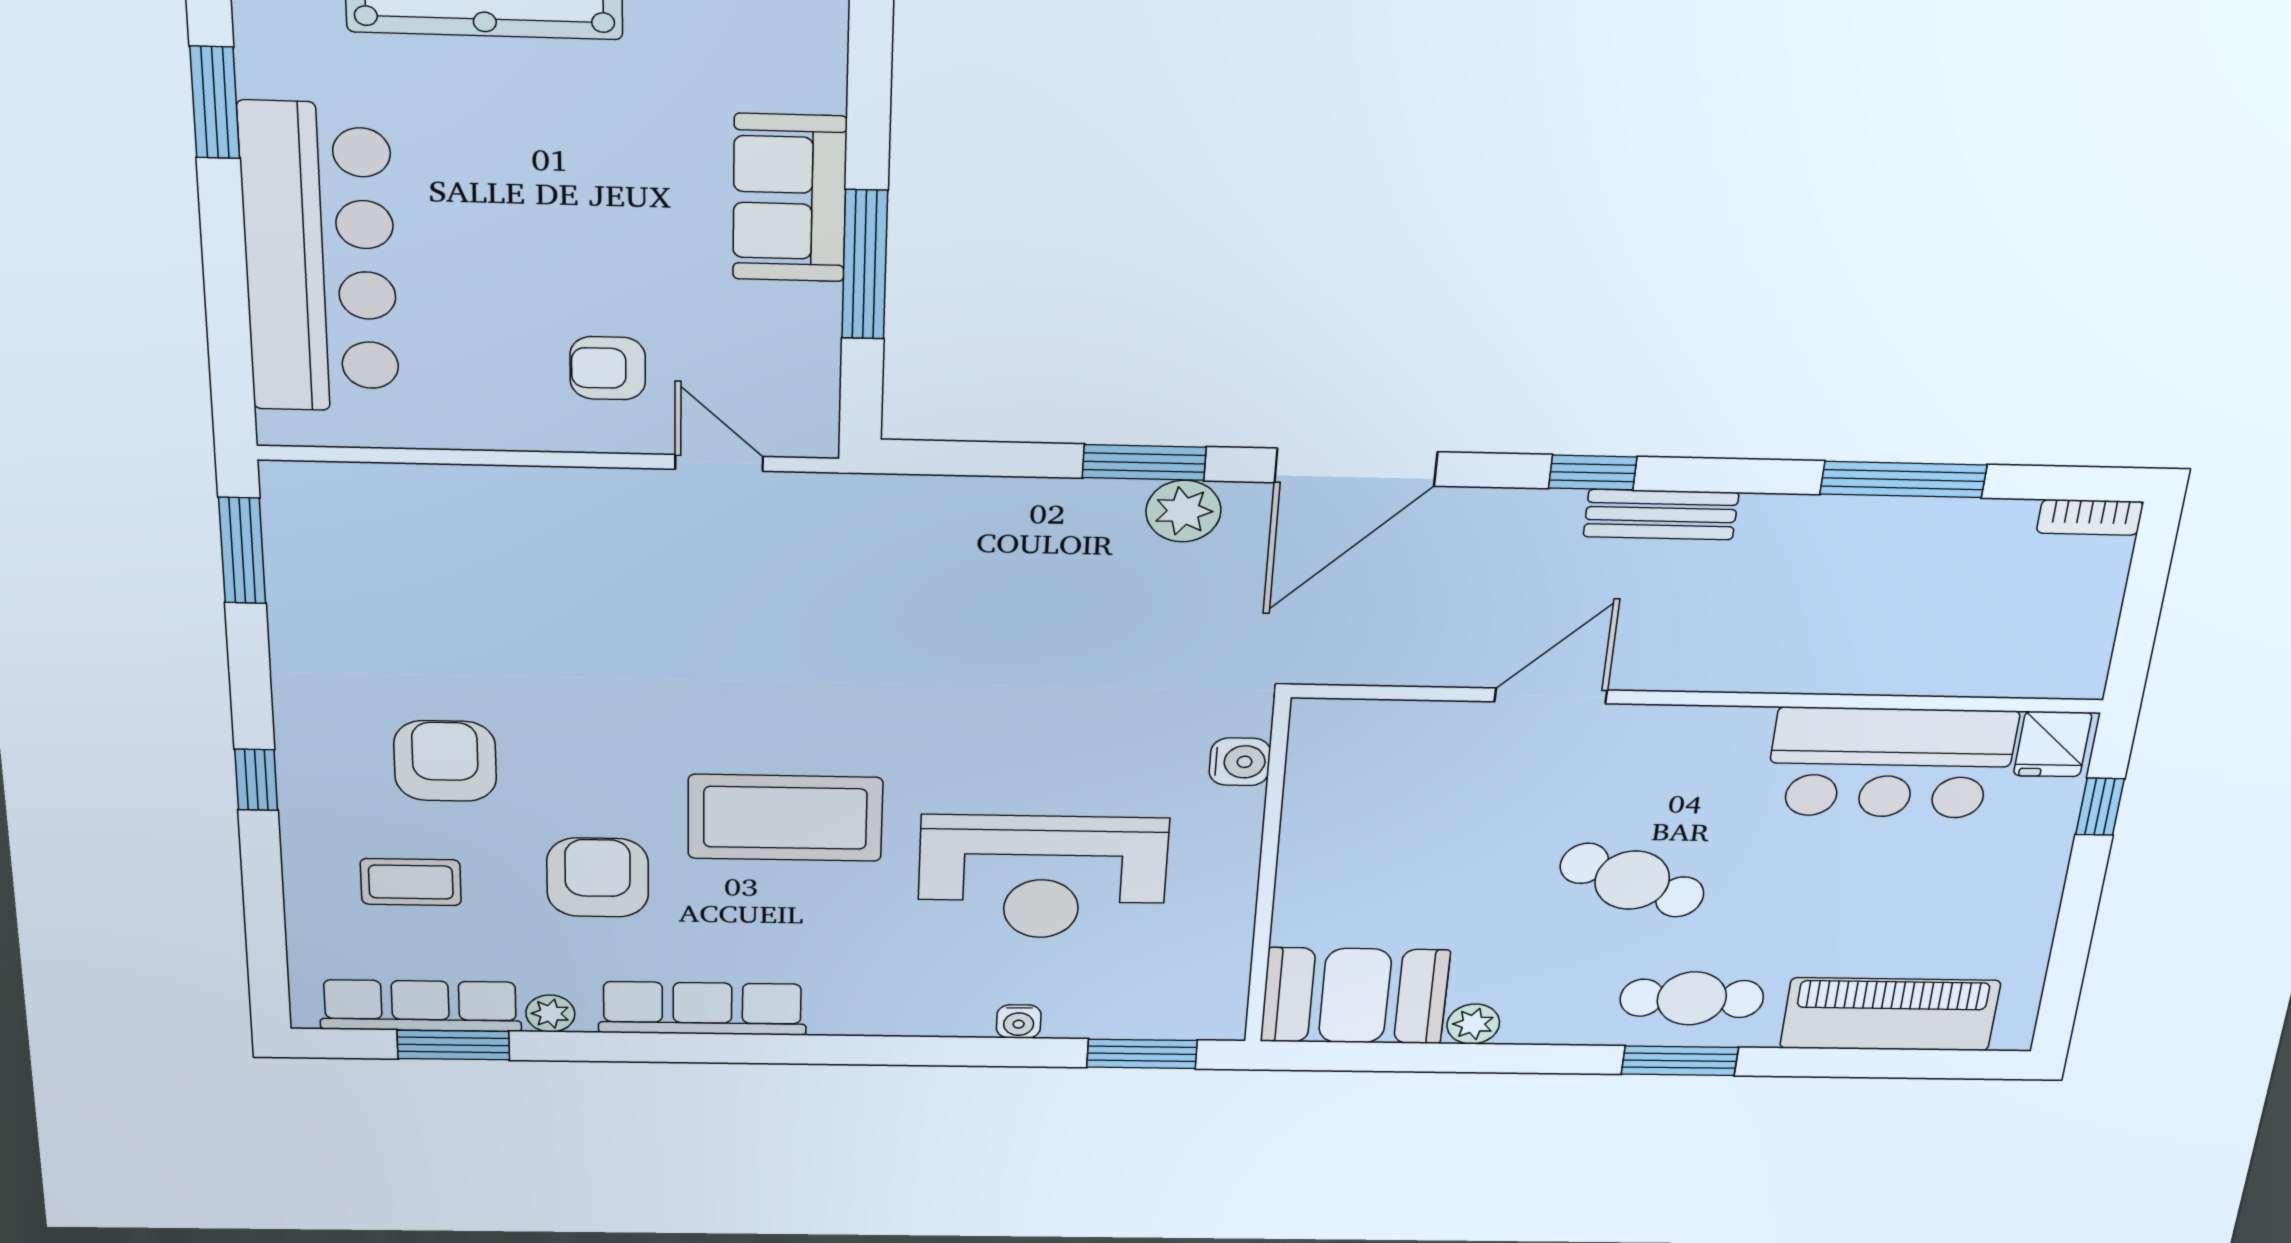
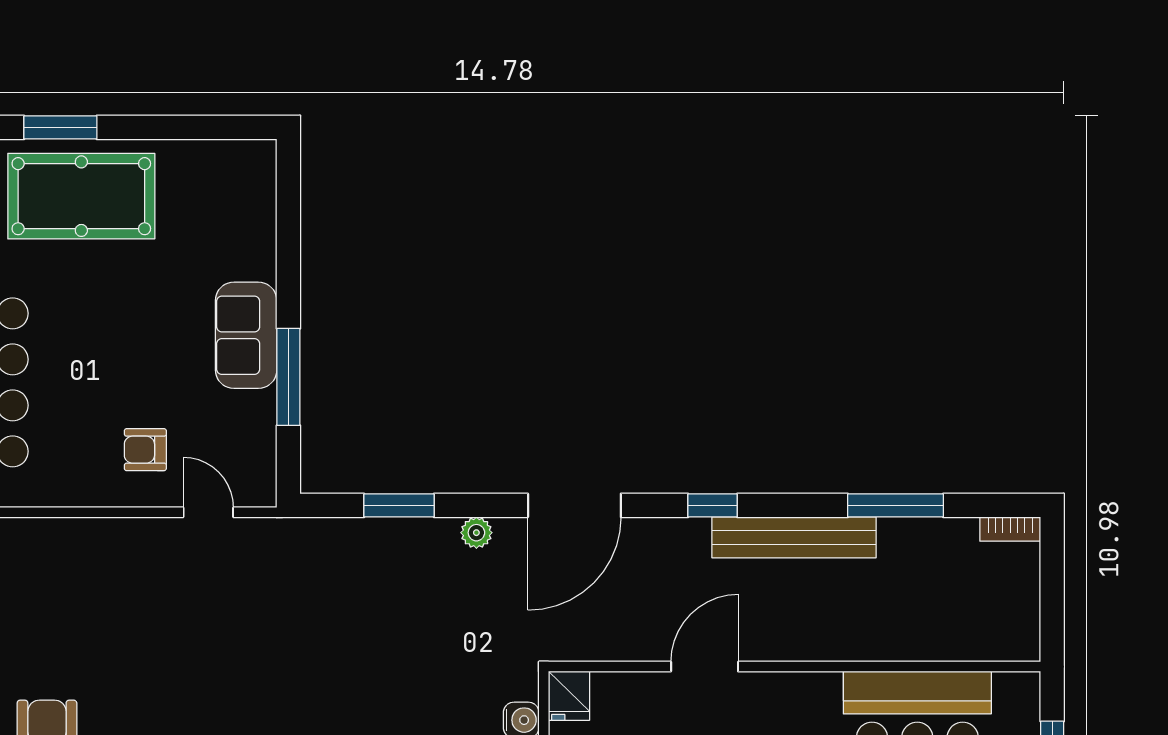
window: (1144, 462) -> (399, 505), moved
plant: (1183, 511) -> (476, 533), width x0.73, depth x0.73
bench: (1661, 515) -> (794, 537), width x1.86, depth x1.21
fridge: (2053, 744) -> (569, 696), moved

